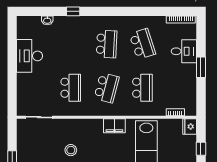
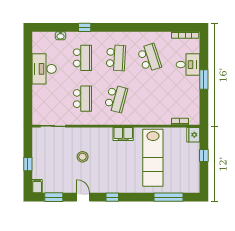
school desk: (142, 88) -> (82, 58), moved

